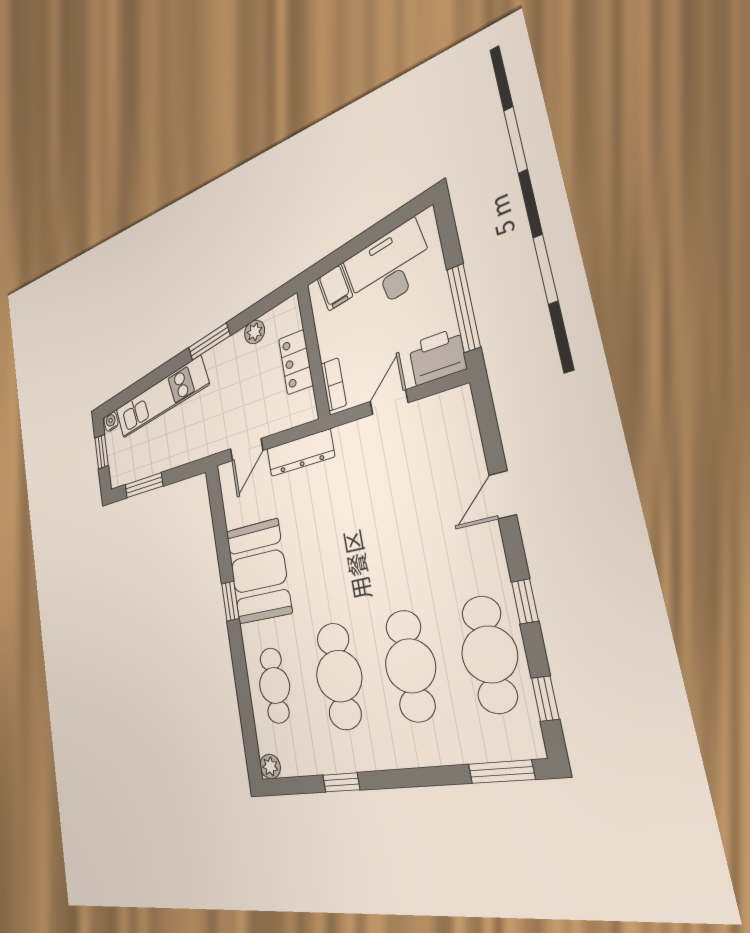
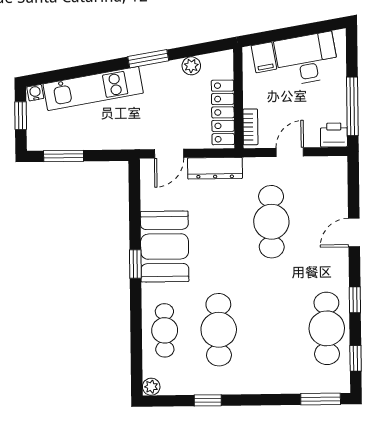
printer: (437, 357) -> (334, 135), width x0.73, depth x0.81
locker: (296, 362) -> (223, 112), width x1.53
cafe table: (410, 666) -> (271, 222), moved

